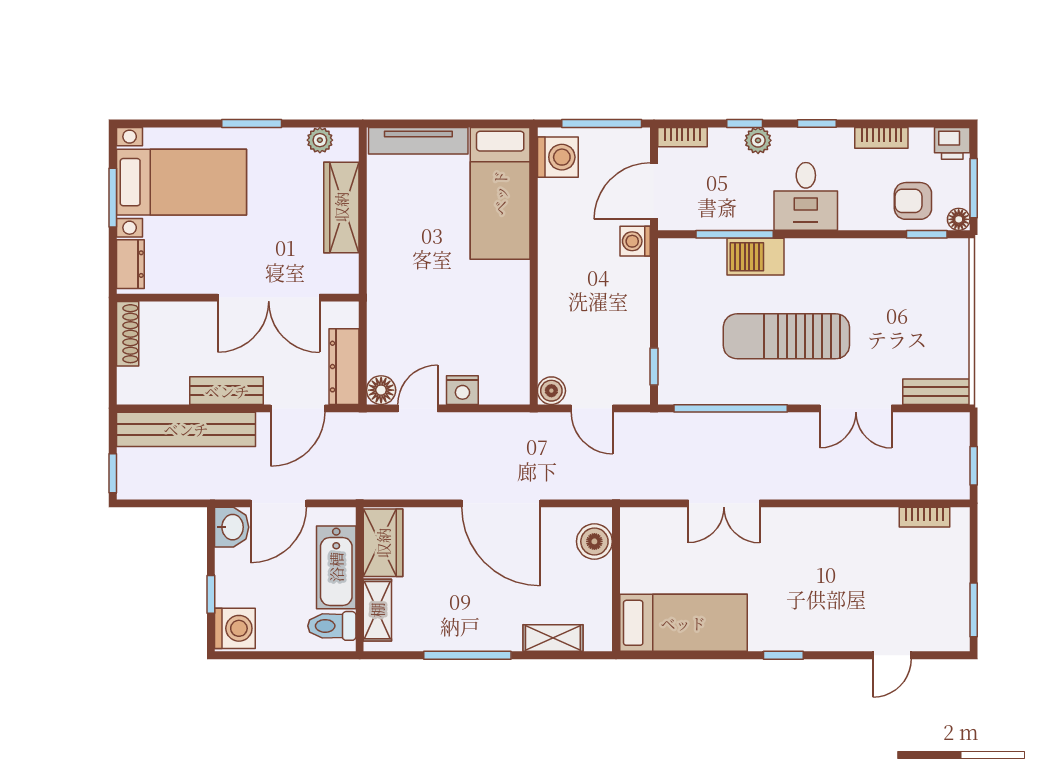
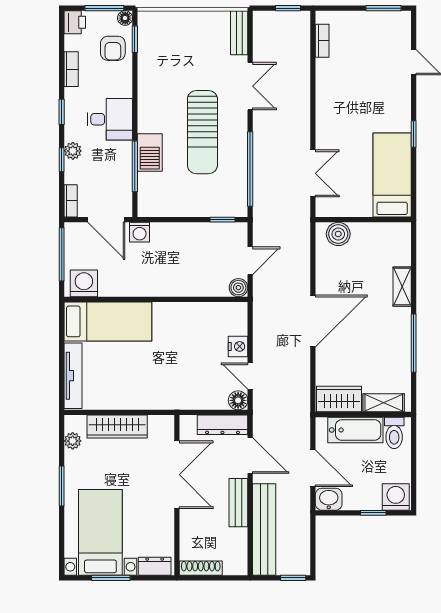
boiler: (594, 541) -> (338, 234), moved
wall: (616, 579) -> (363, 220), moved
bed: (683, 623) -> (392, 175), moved

